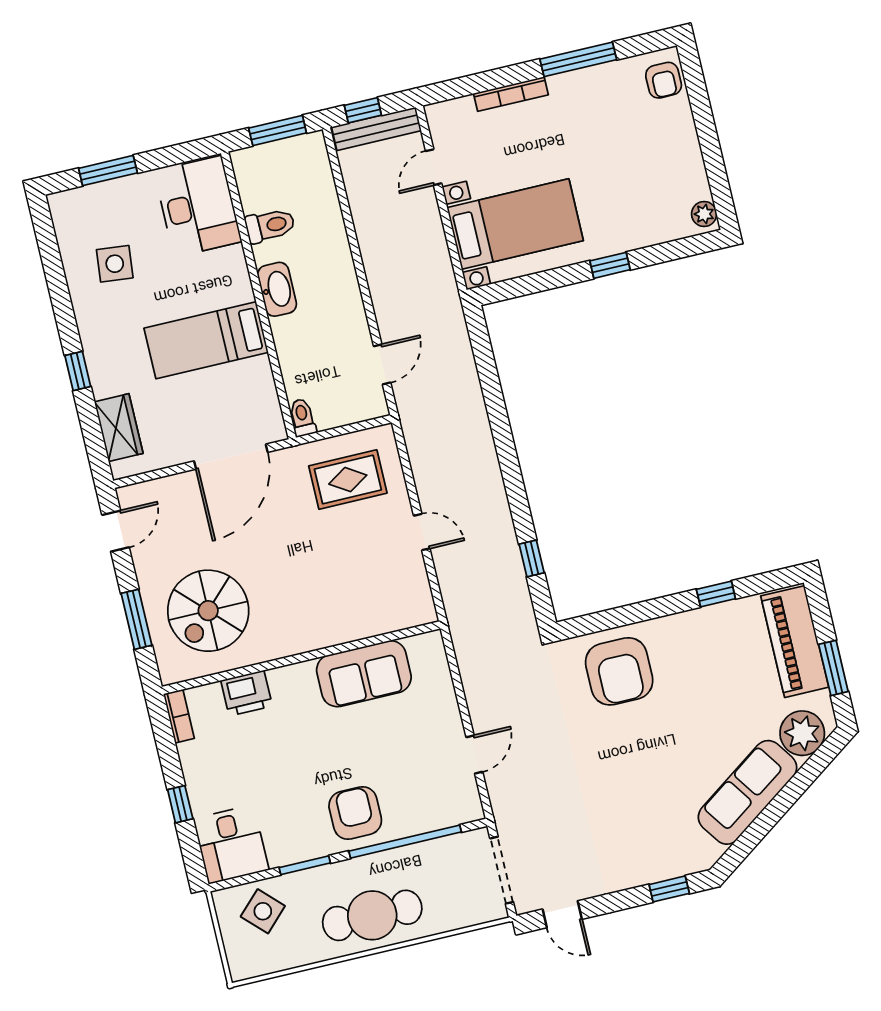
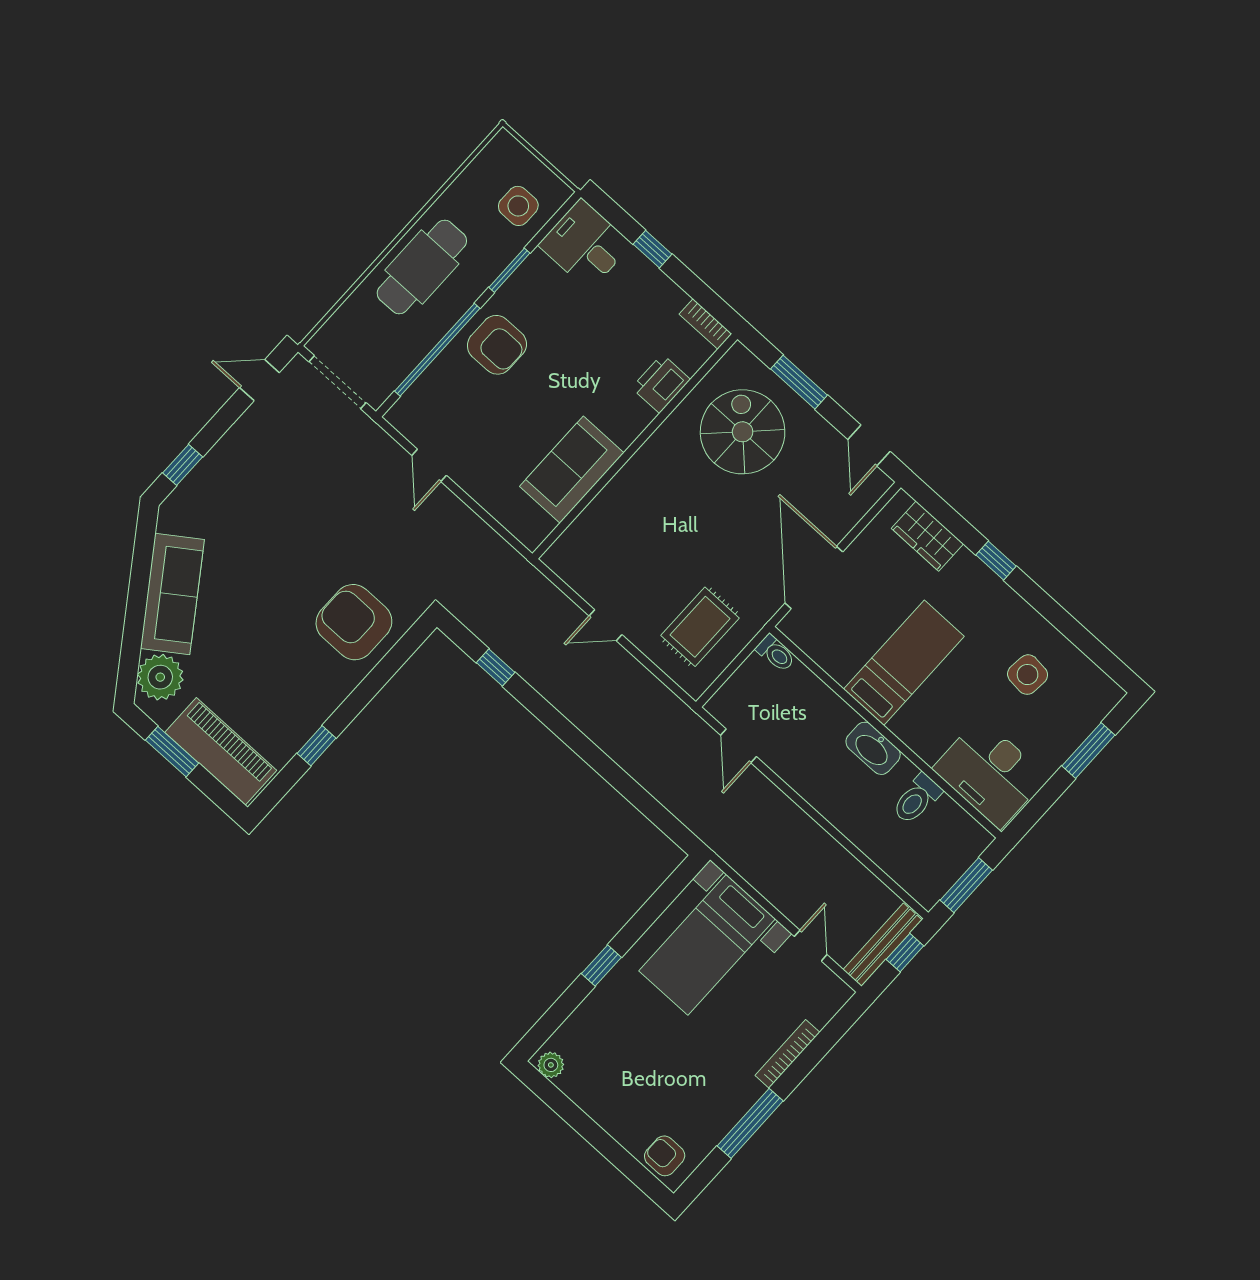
side table: (263, 911) -> (518, 206), turned 45

